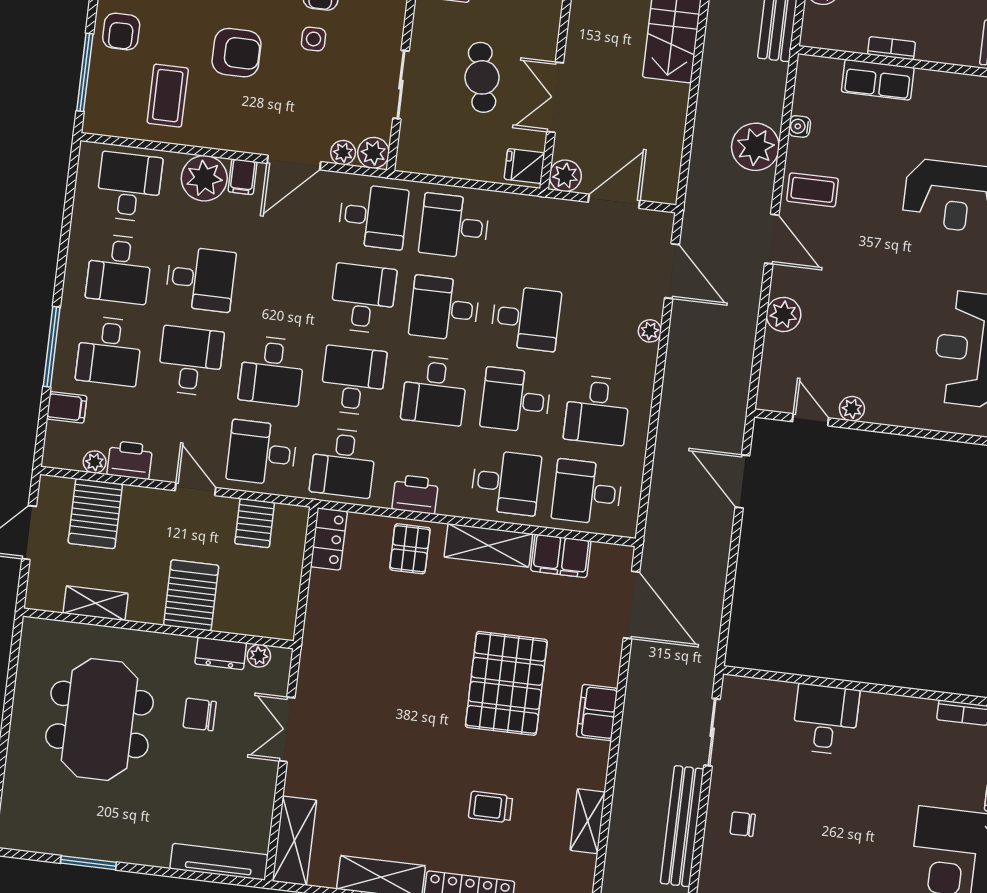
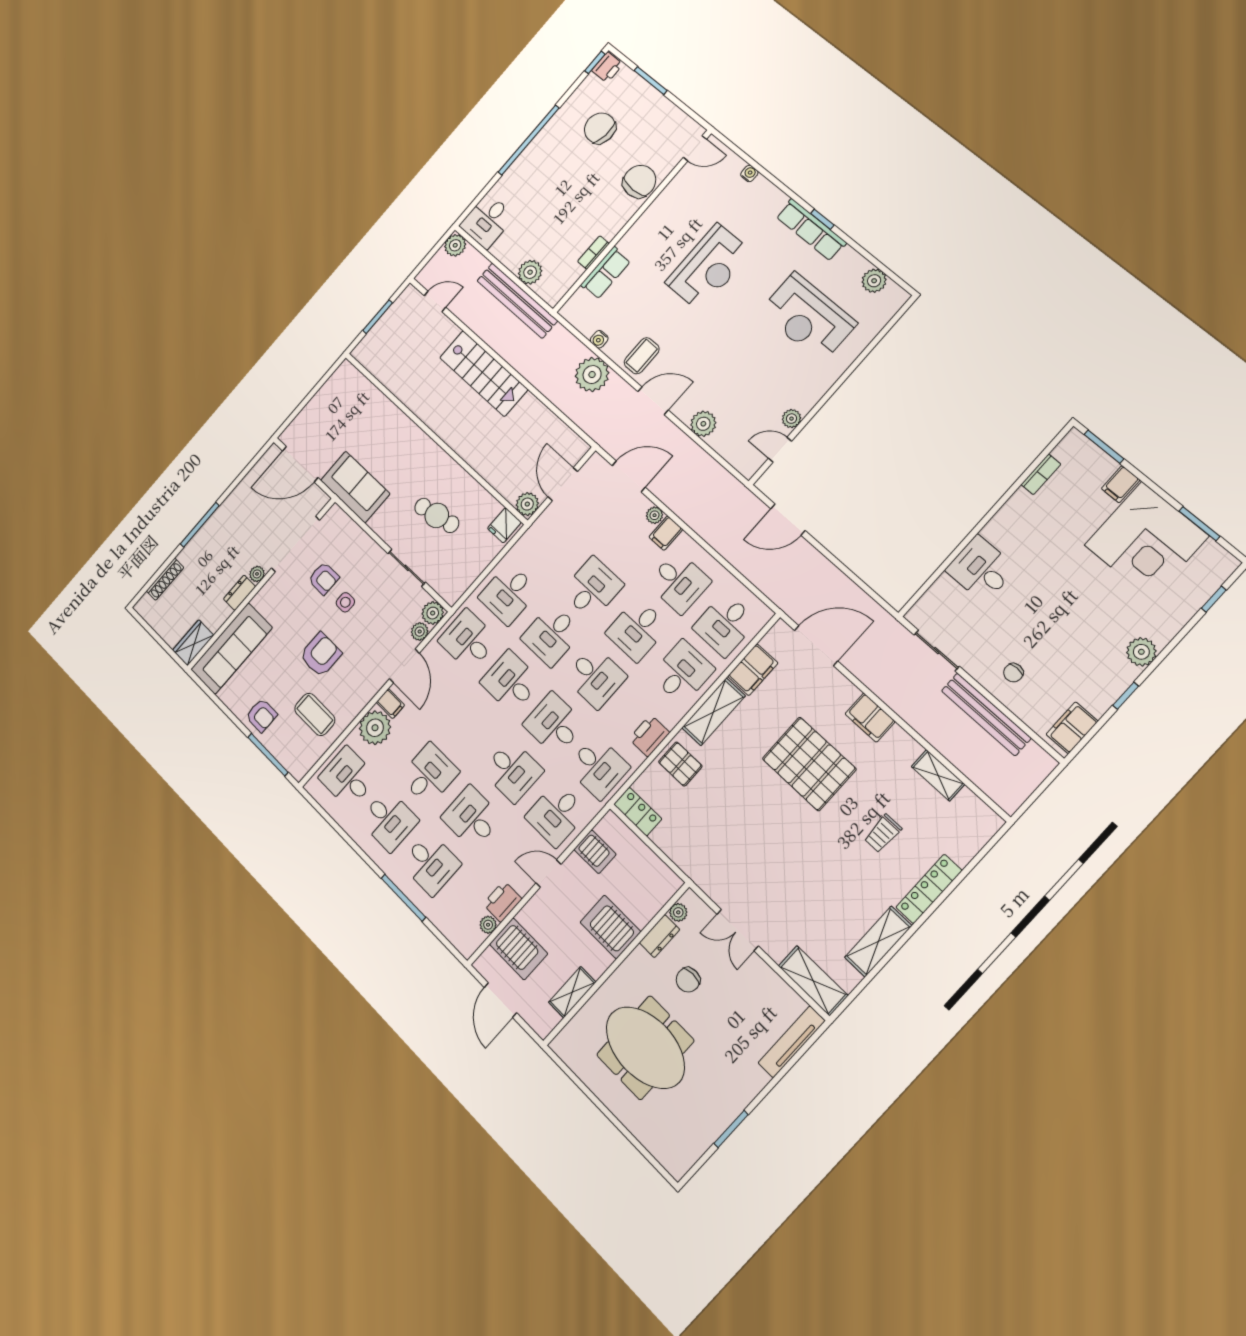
double door: (555, 97) -> (479, 479), removed
desk: (373, 216) -> (468, 640), turned -90
filing cabinet: (67, 407) -> (666, 533), moved, turned 180

